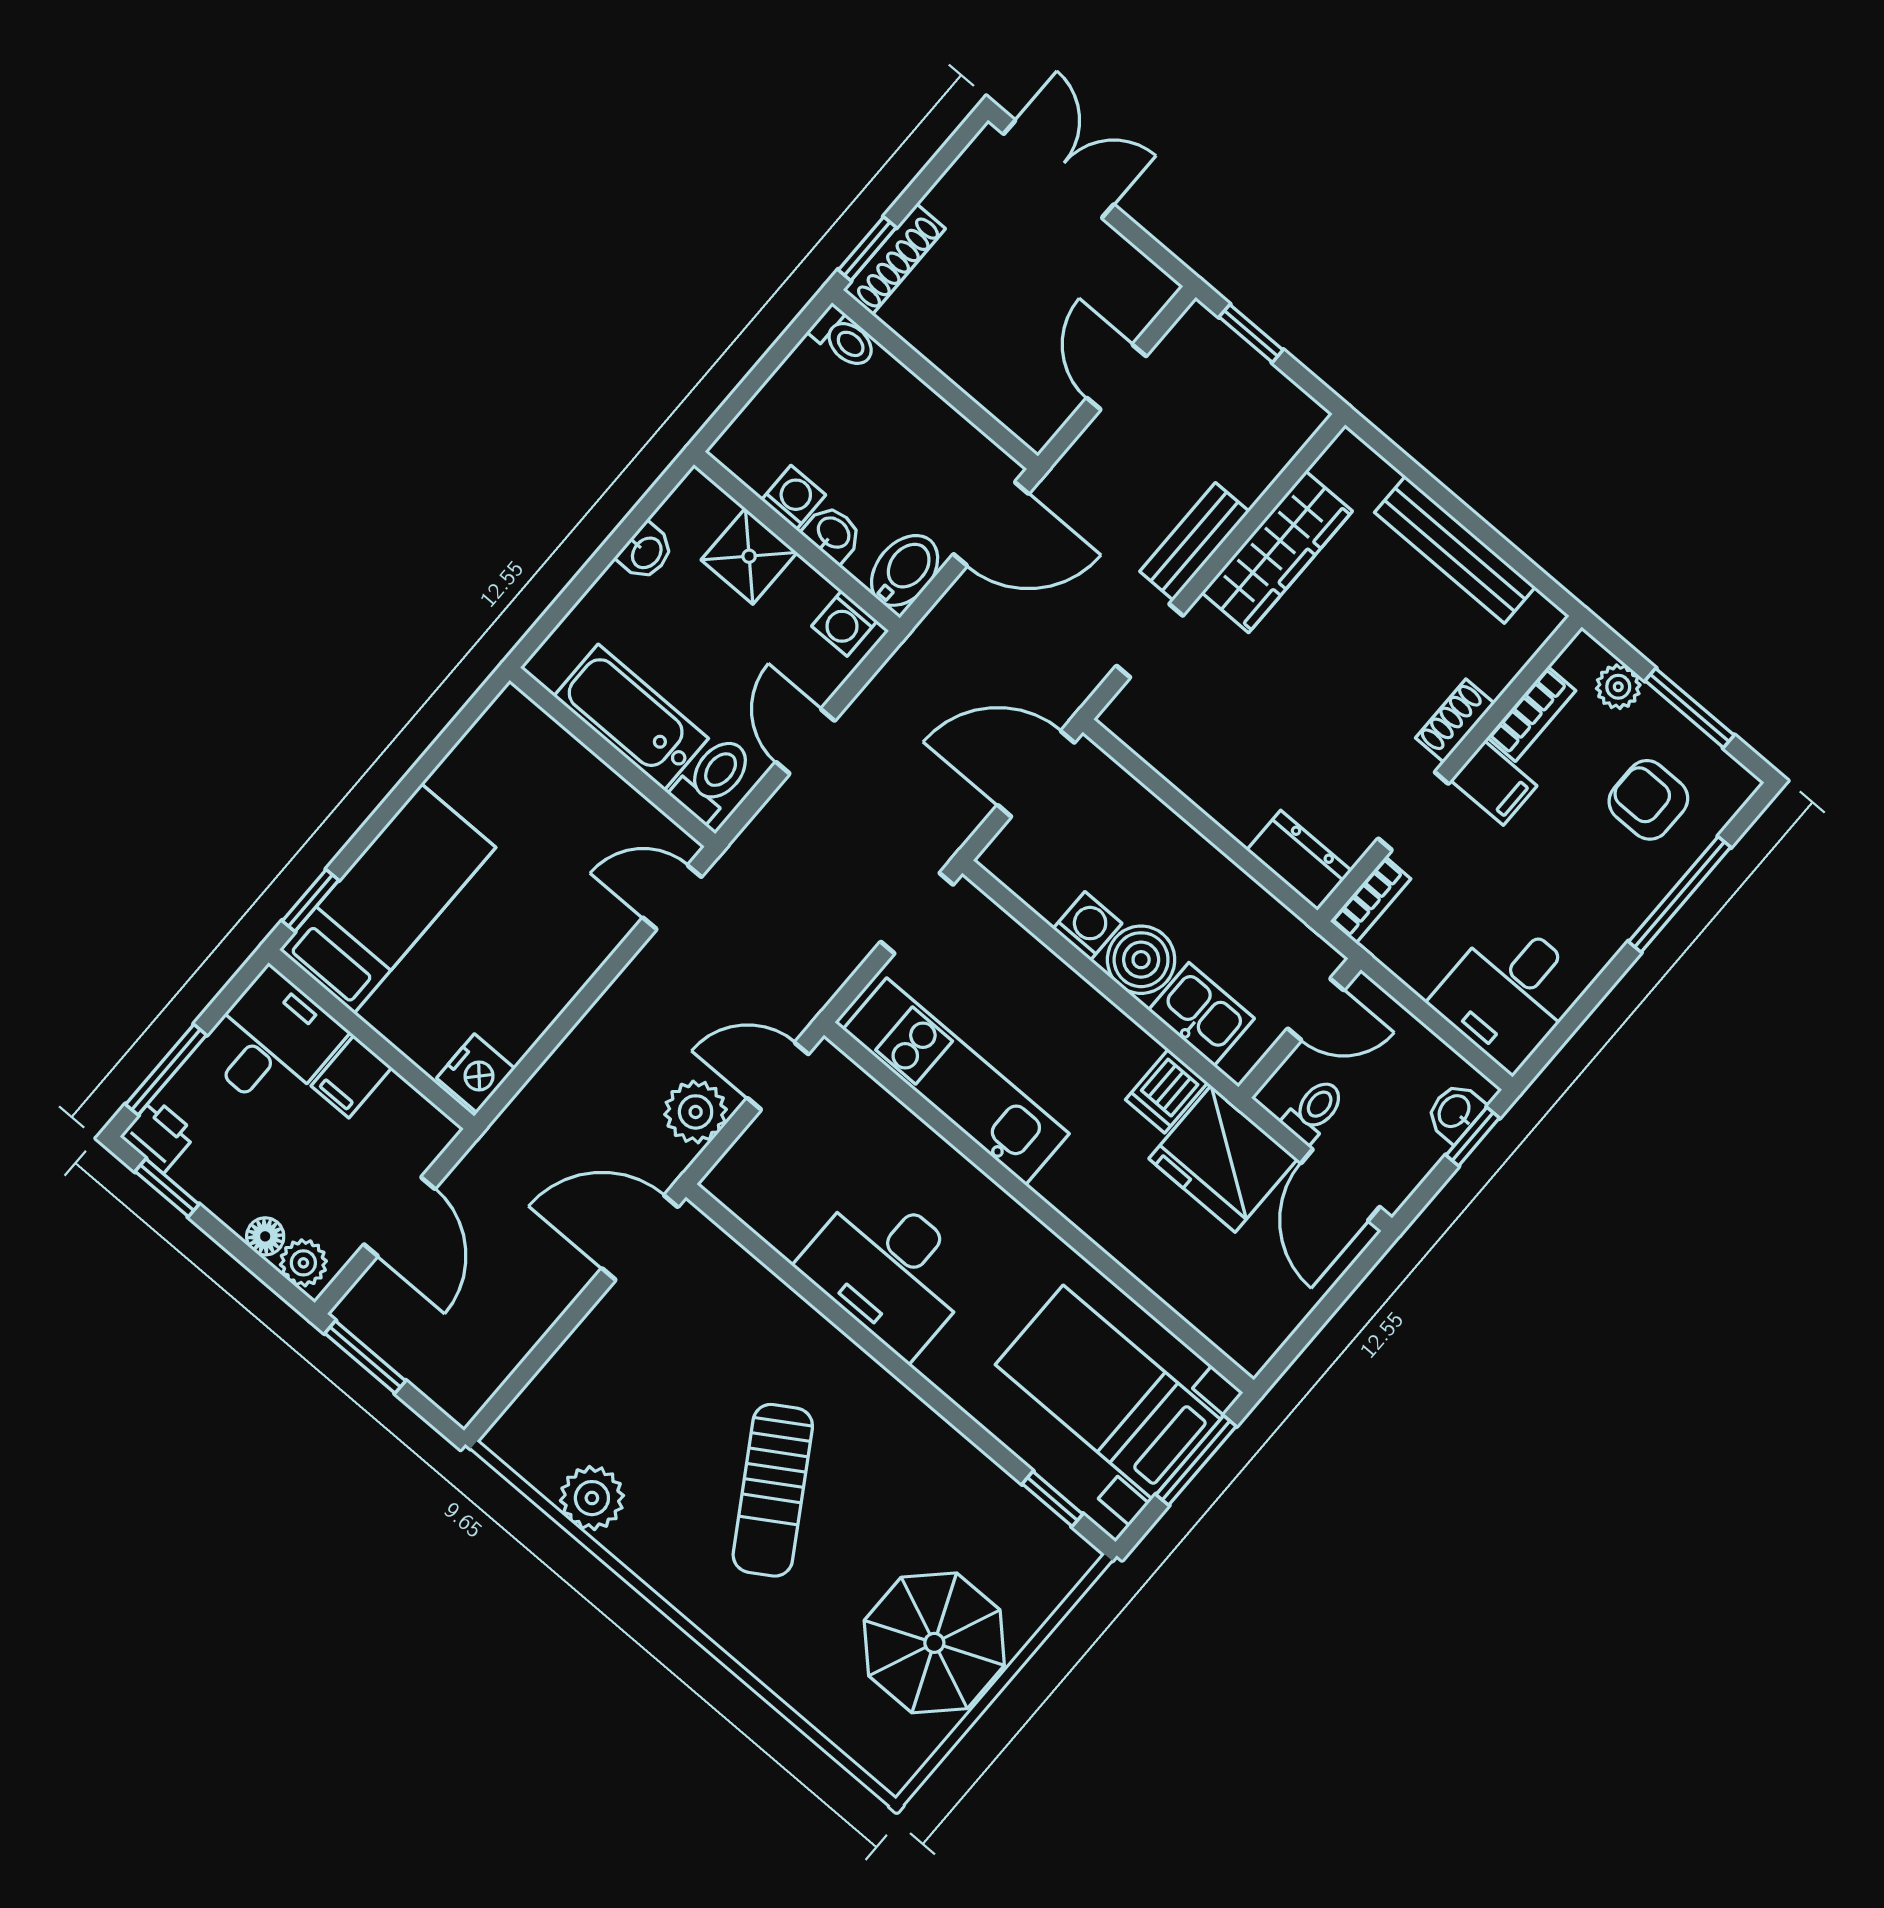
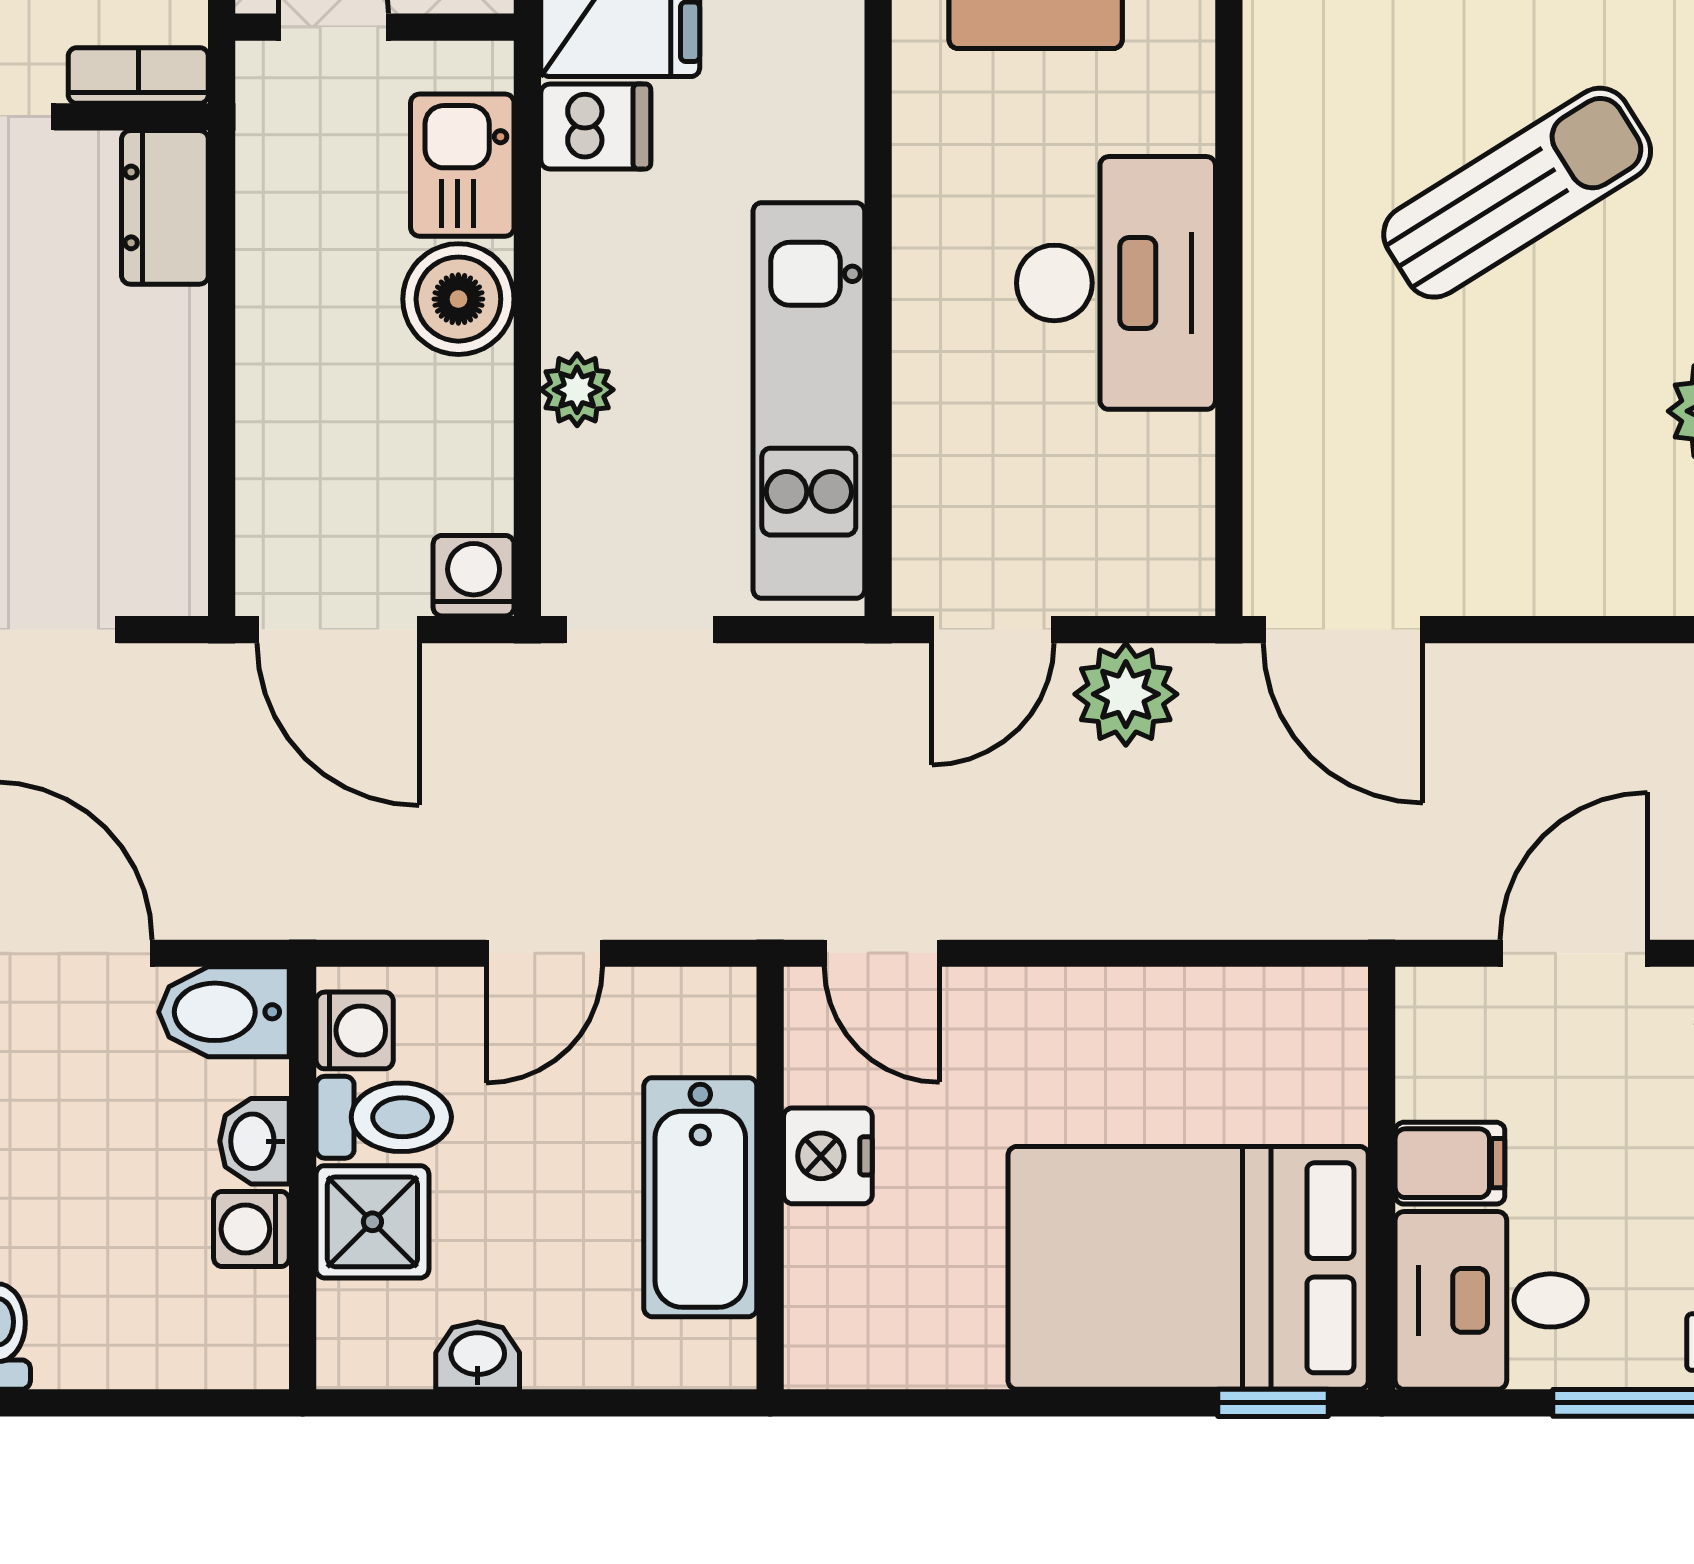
toilet: (713, 778) -> (384, 1117), moved, turned 180
bed: (388, 899) -> (1188, 1268), width x1.50
washing machine: (1088, 926) -> (474, 576), moved, turned 90
plant: (1052, 979) -> (577, 390), added
nightstand: (476, 1073) -> (828, 1156), moved, turned -90
door: (778, 1076) -> (993, 630), hinge flipped

